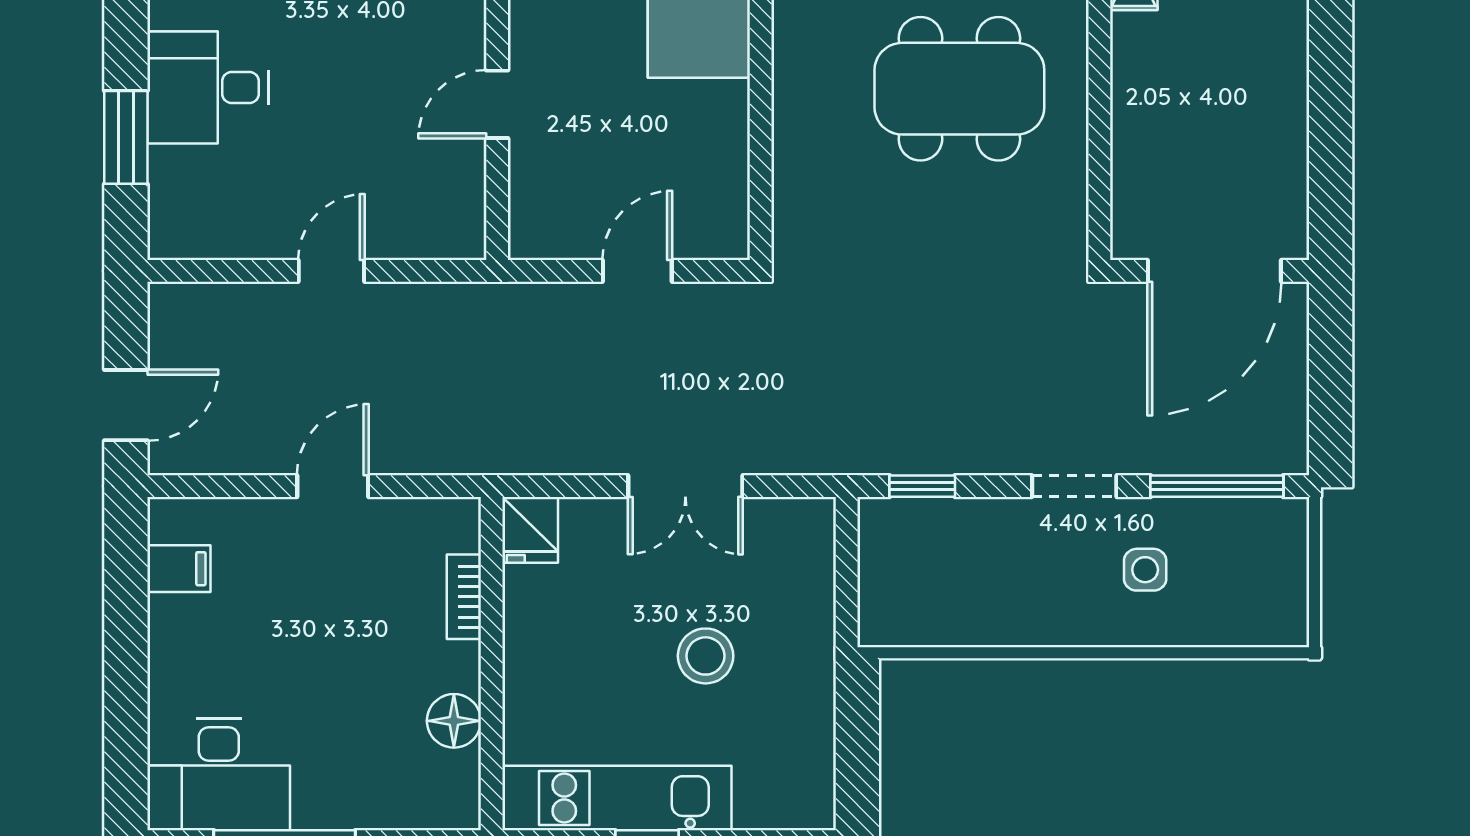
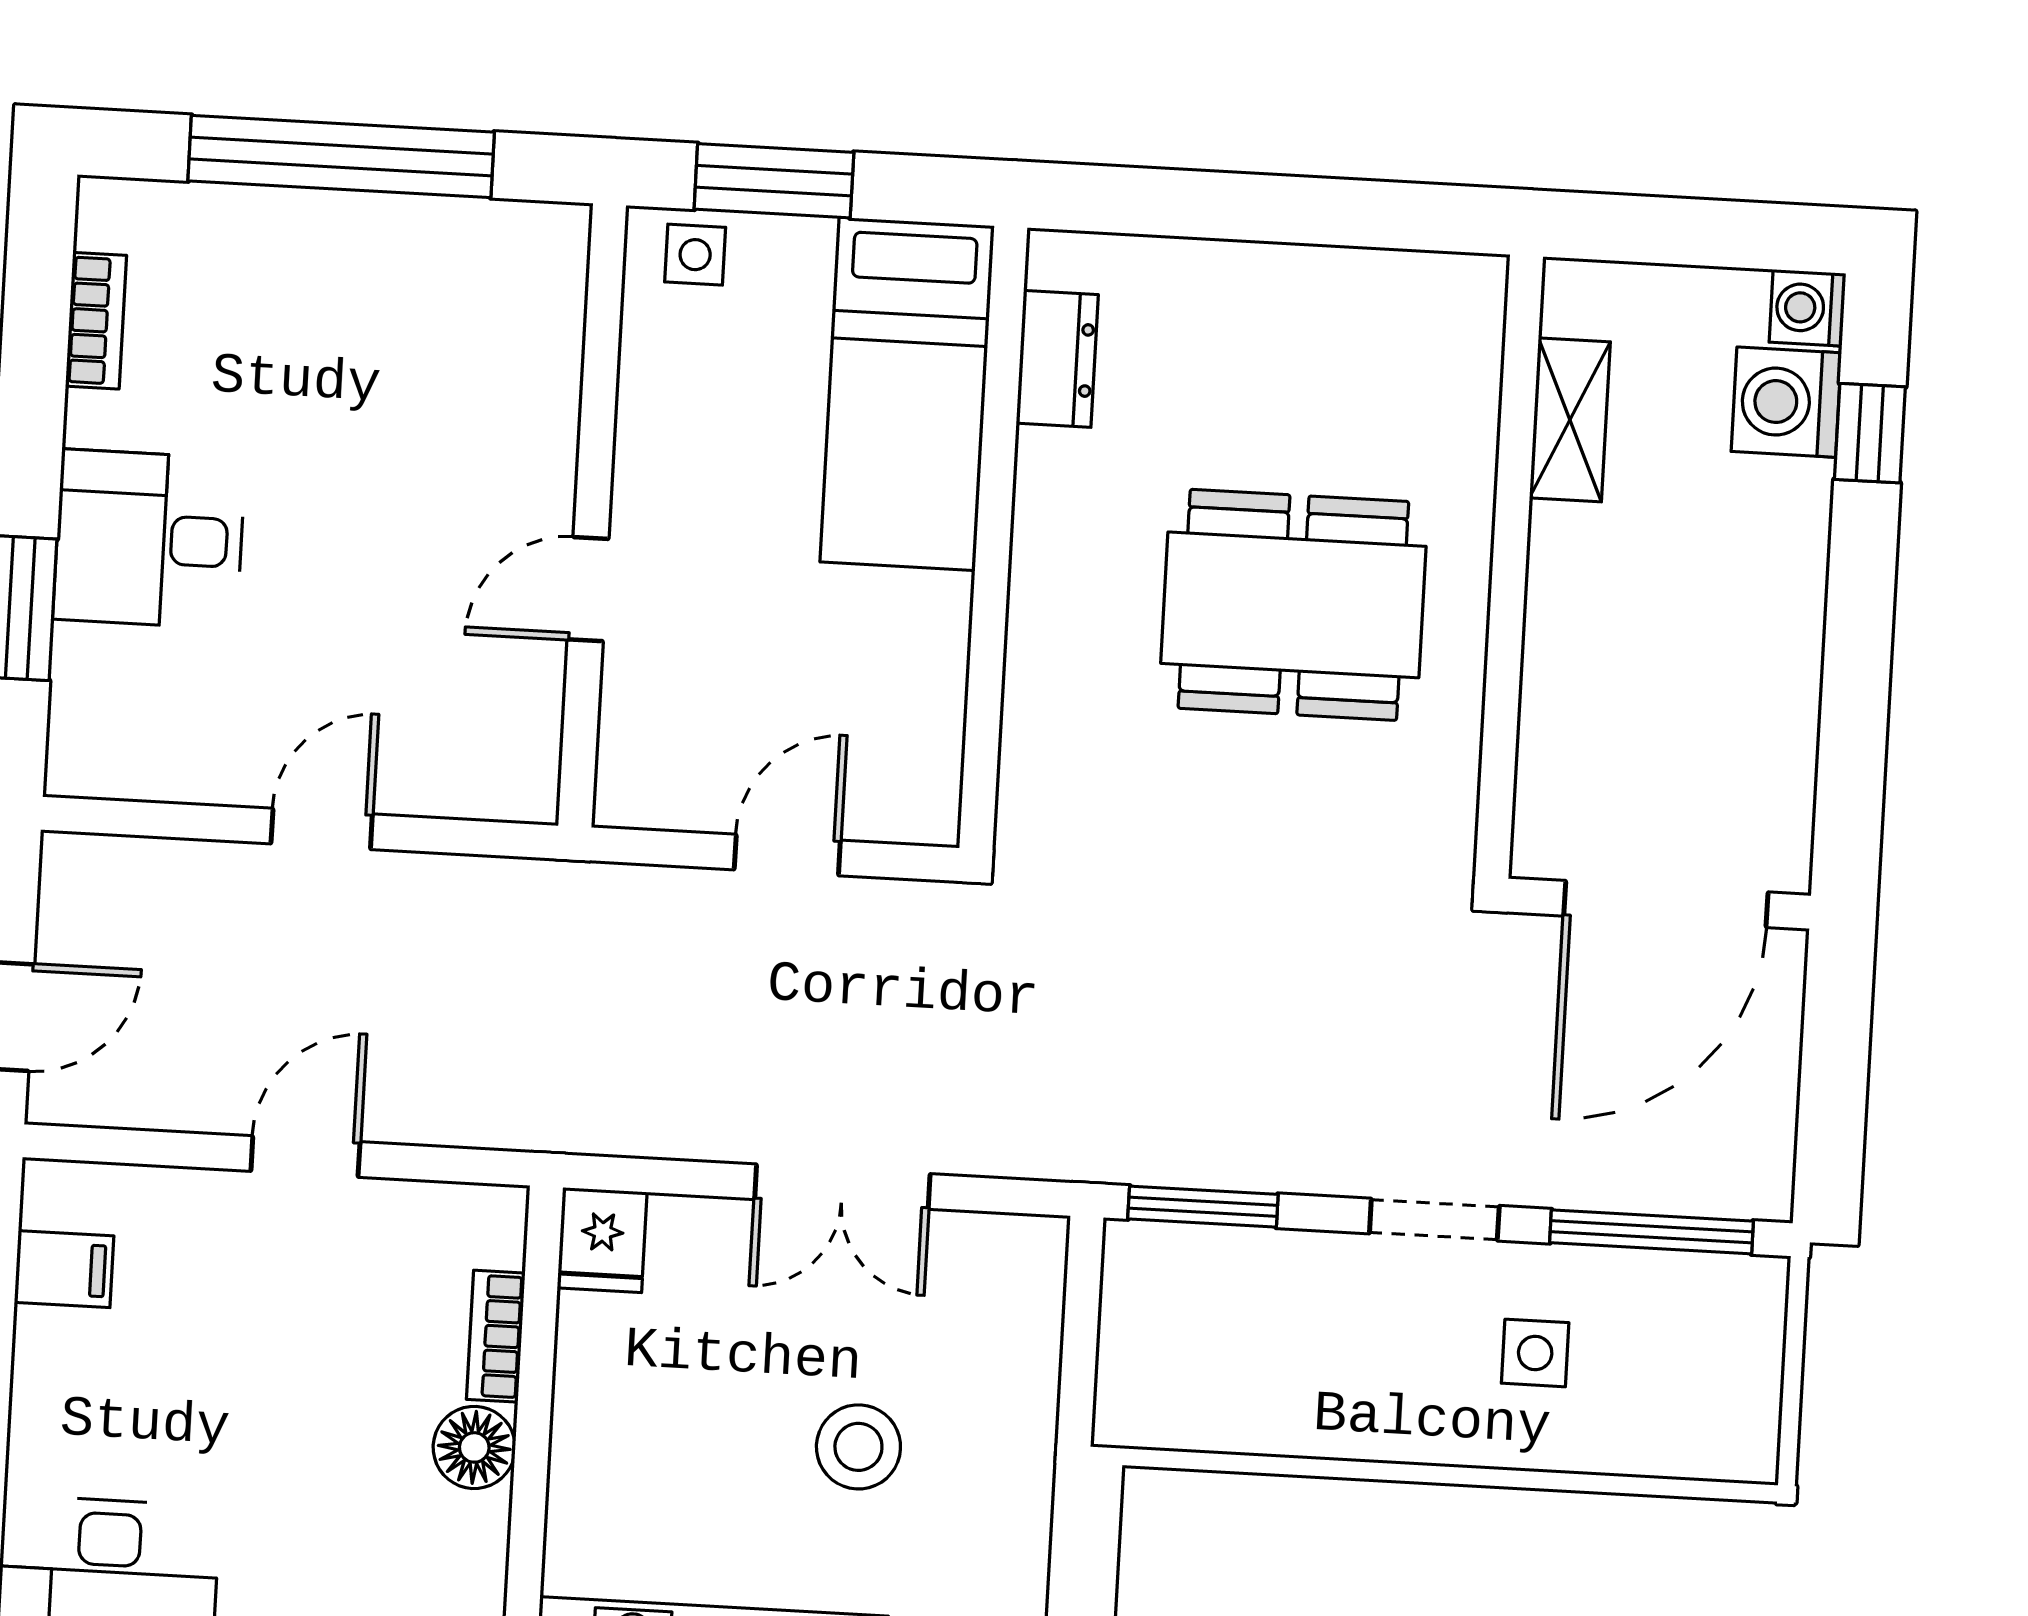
window: (922, 486) -> (1203, 1207), width x1.50
floor lamp: (454, 721) -> (474, 1447), moved

